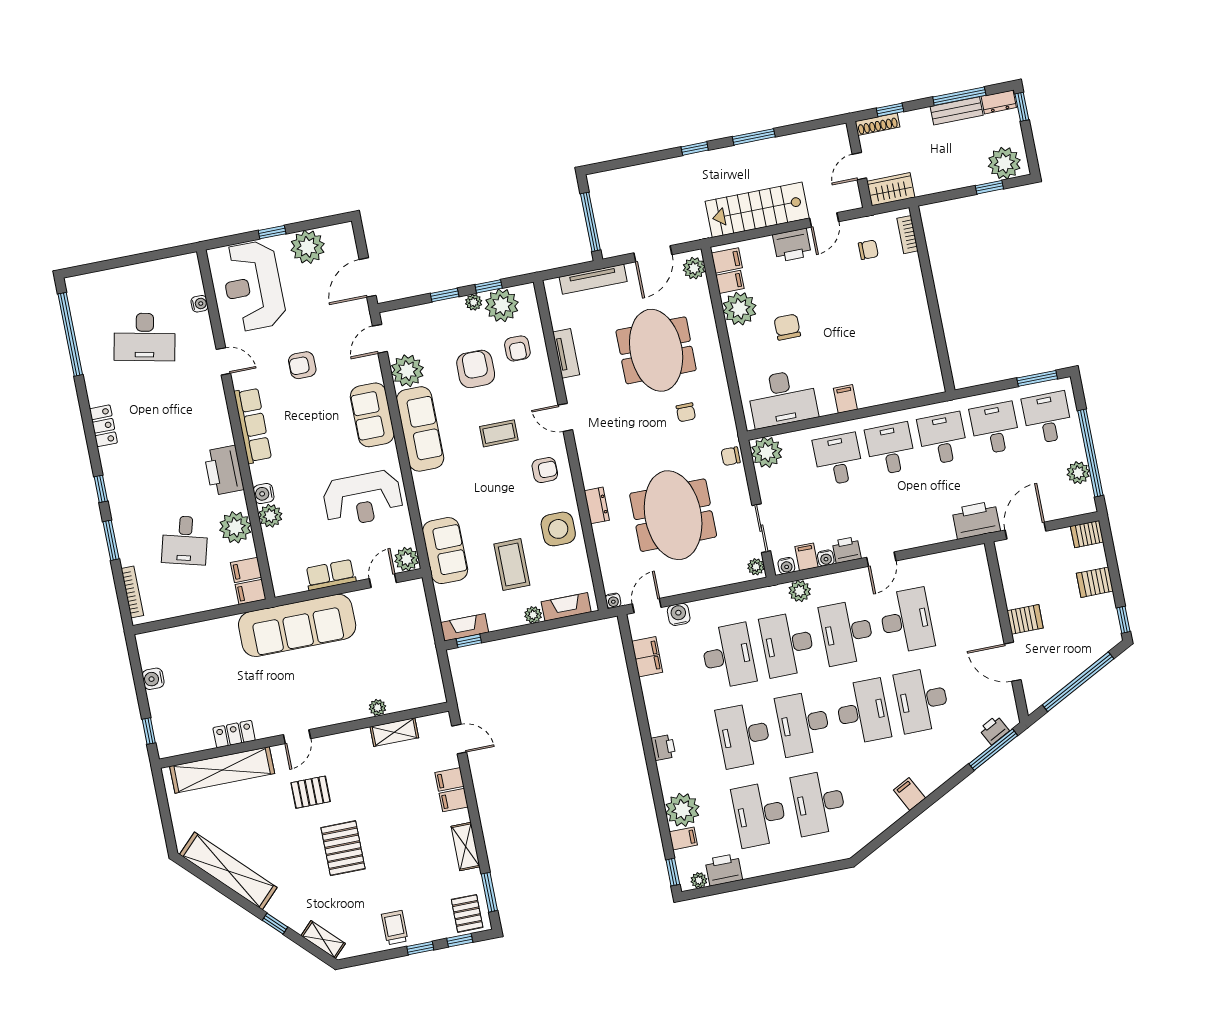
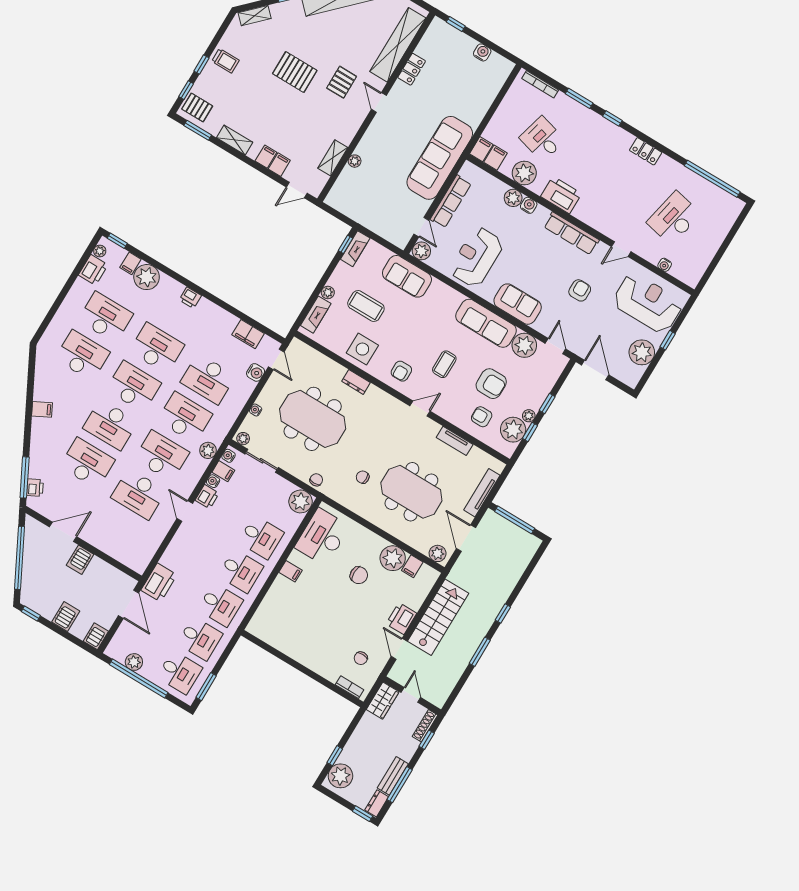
filing cabinet: (727, 260) -> (425, 575), removed
row of seats: (331, 575) -> (451, 201), width x1.48
water cooler: (613, 601) -> (256, 410), moved

